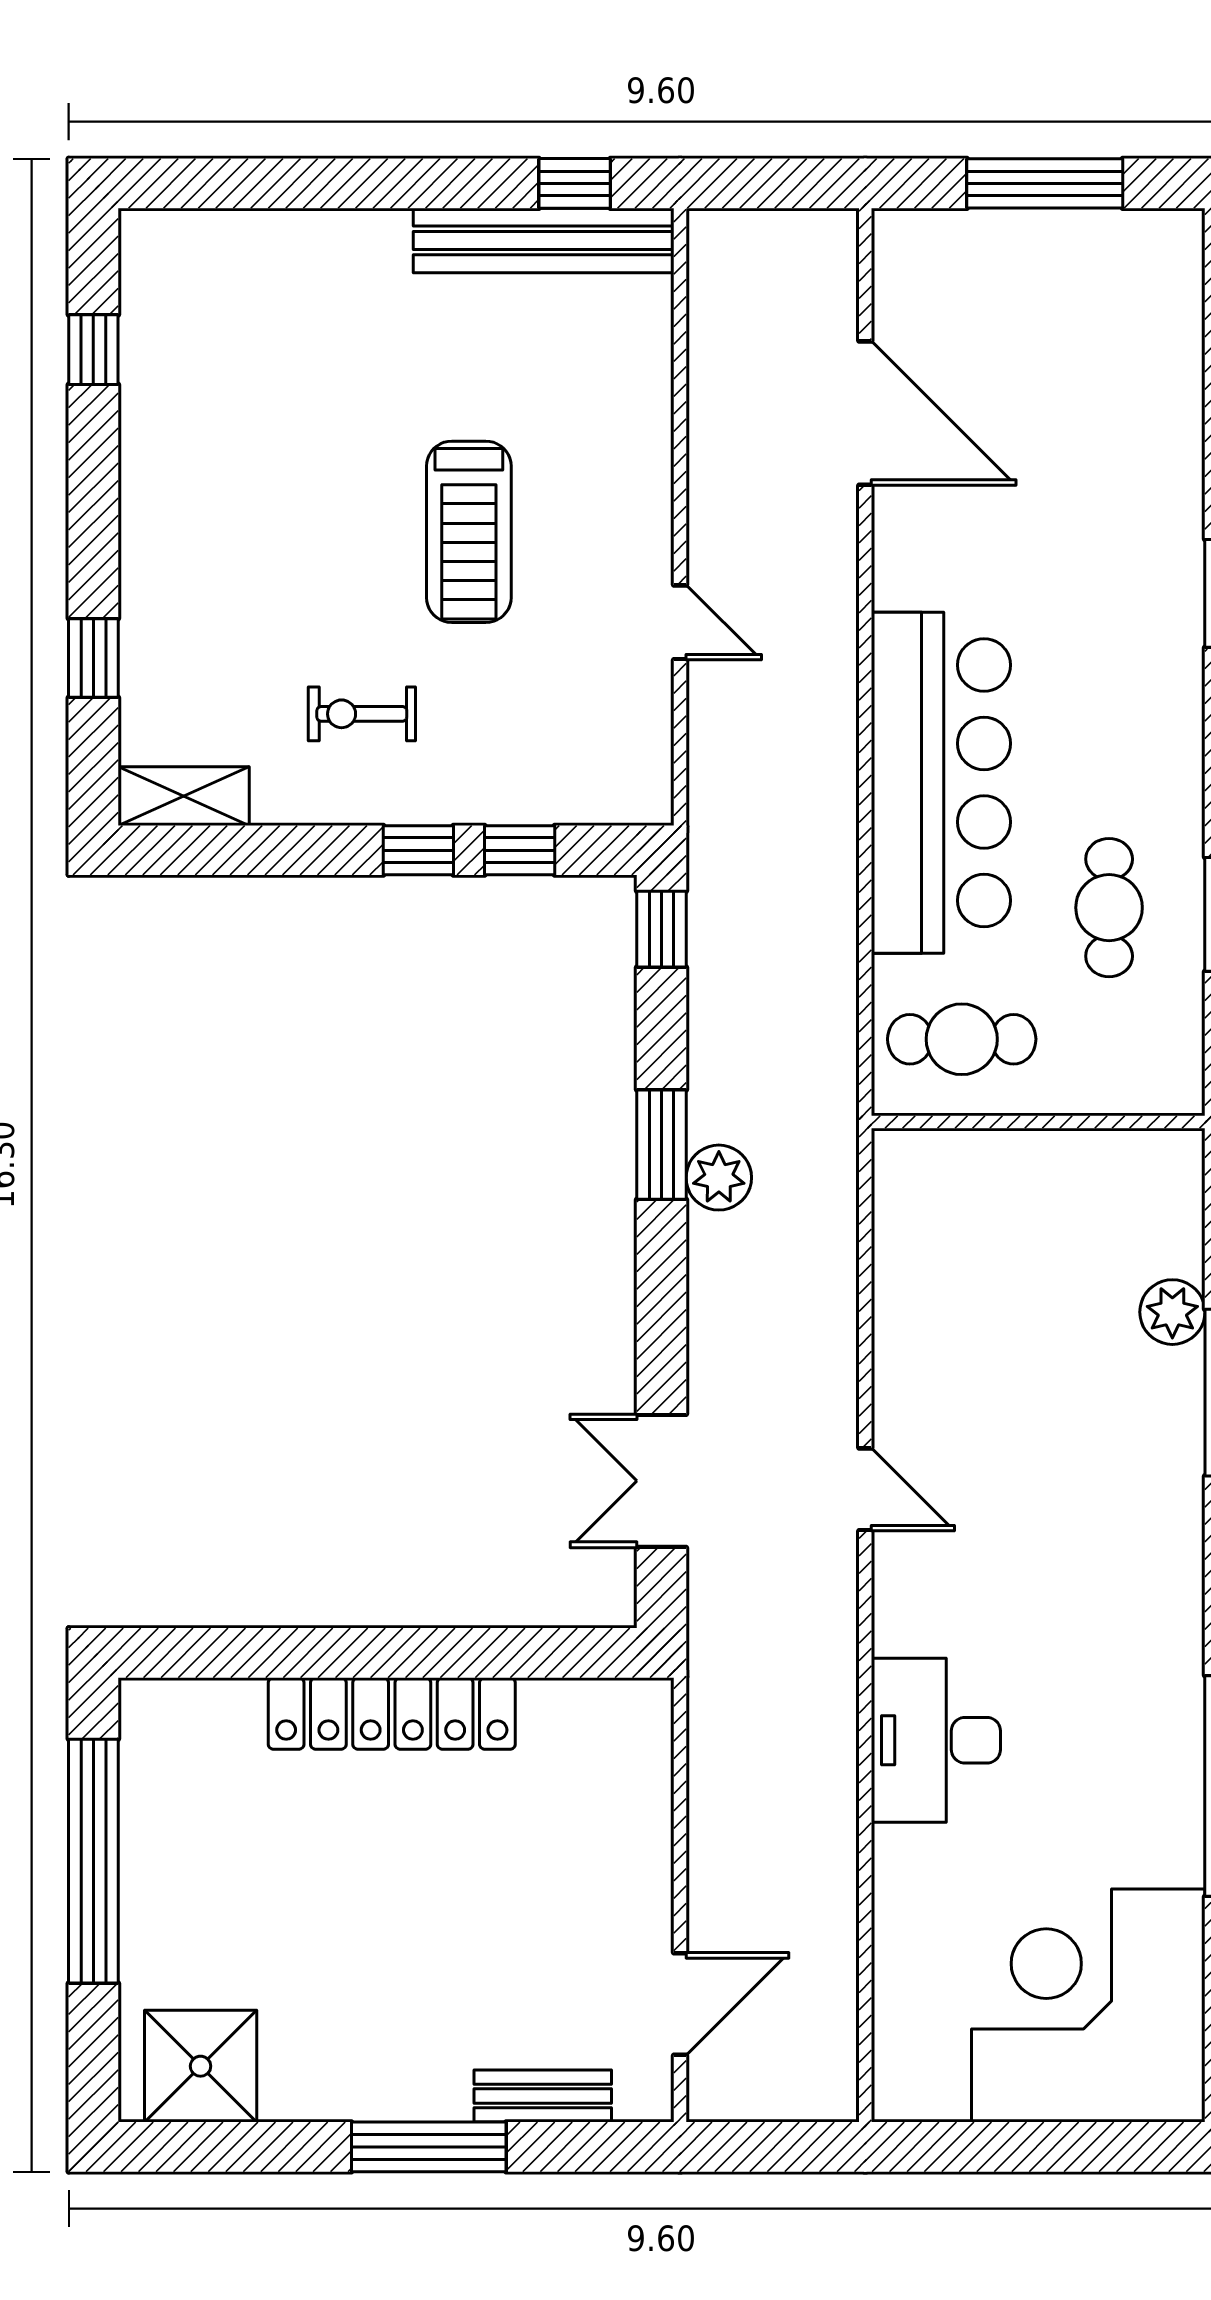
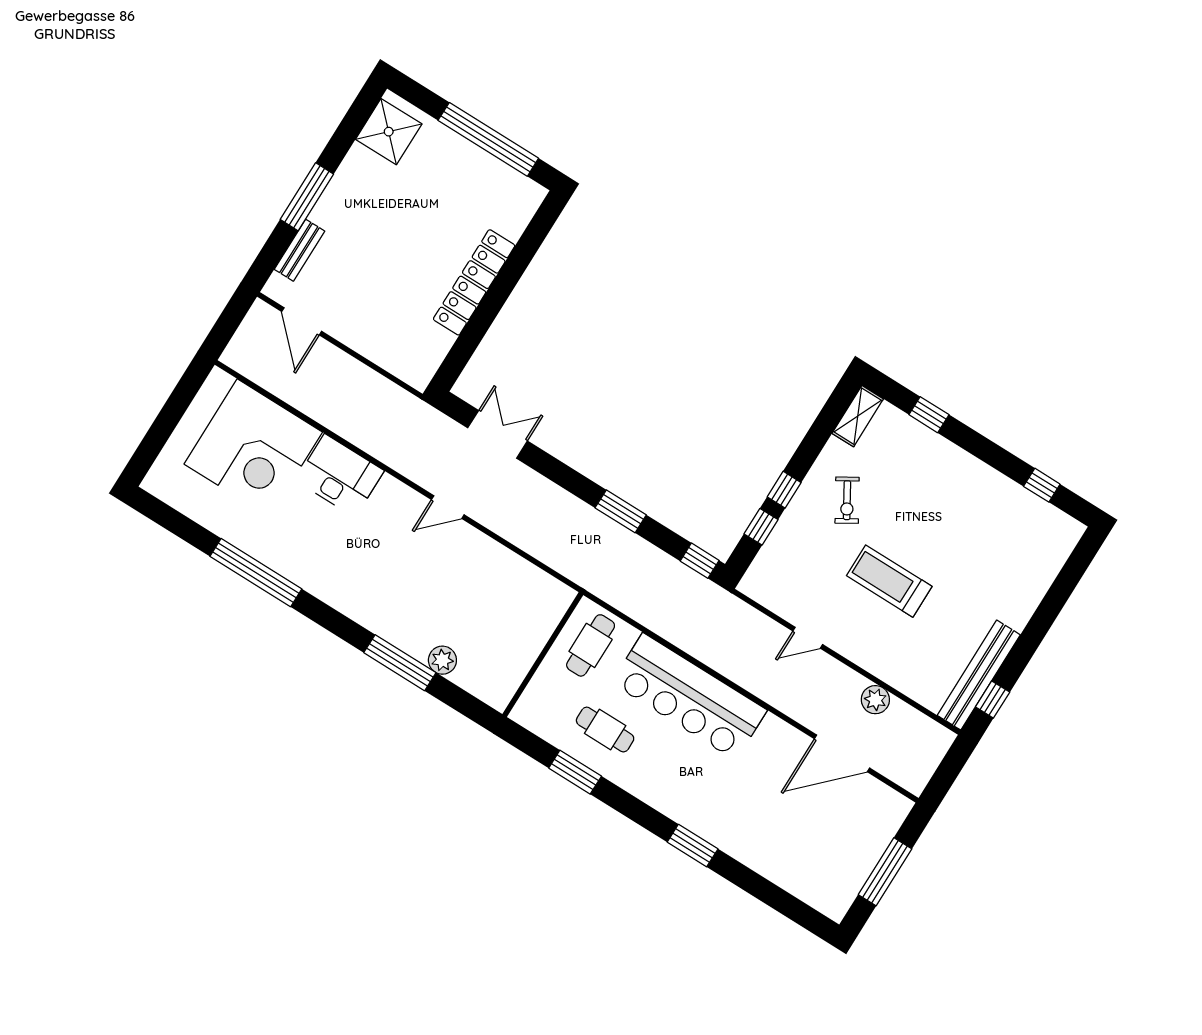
exercise bike: (362, 714) -> (847, 500), turned 149
plant: (719, 1178) -> (875, 700), moved
corner desk: (1088, 2006) -> (253, 448), moved, turned 90

